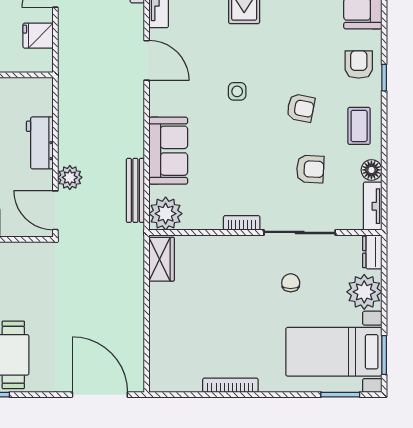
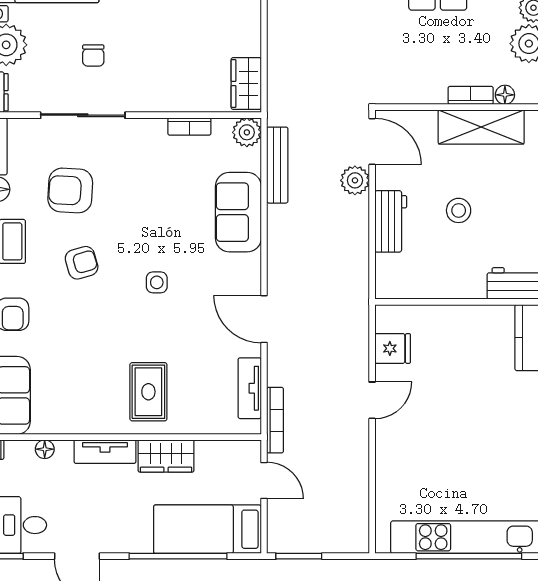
armchair: (301, 108) -> (82, 263), turned 153
armchair: (310, 169) -> (70, 190), width x1.38, depth x1.38
plant: (166, 214) -> (247, 132), width x0.73, depth x0.73
bookcase: (242, 223) -> (189, 127), moved

